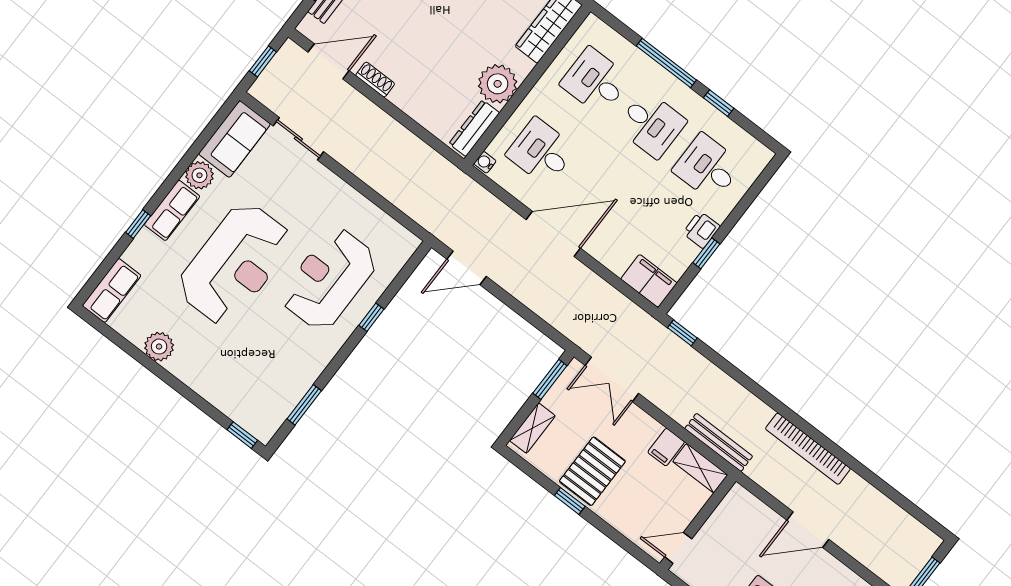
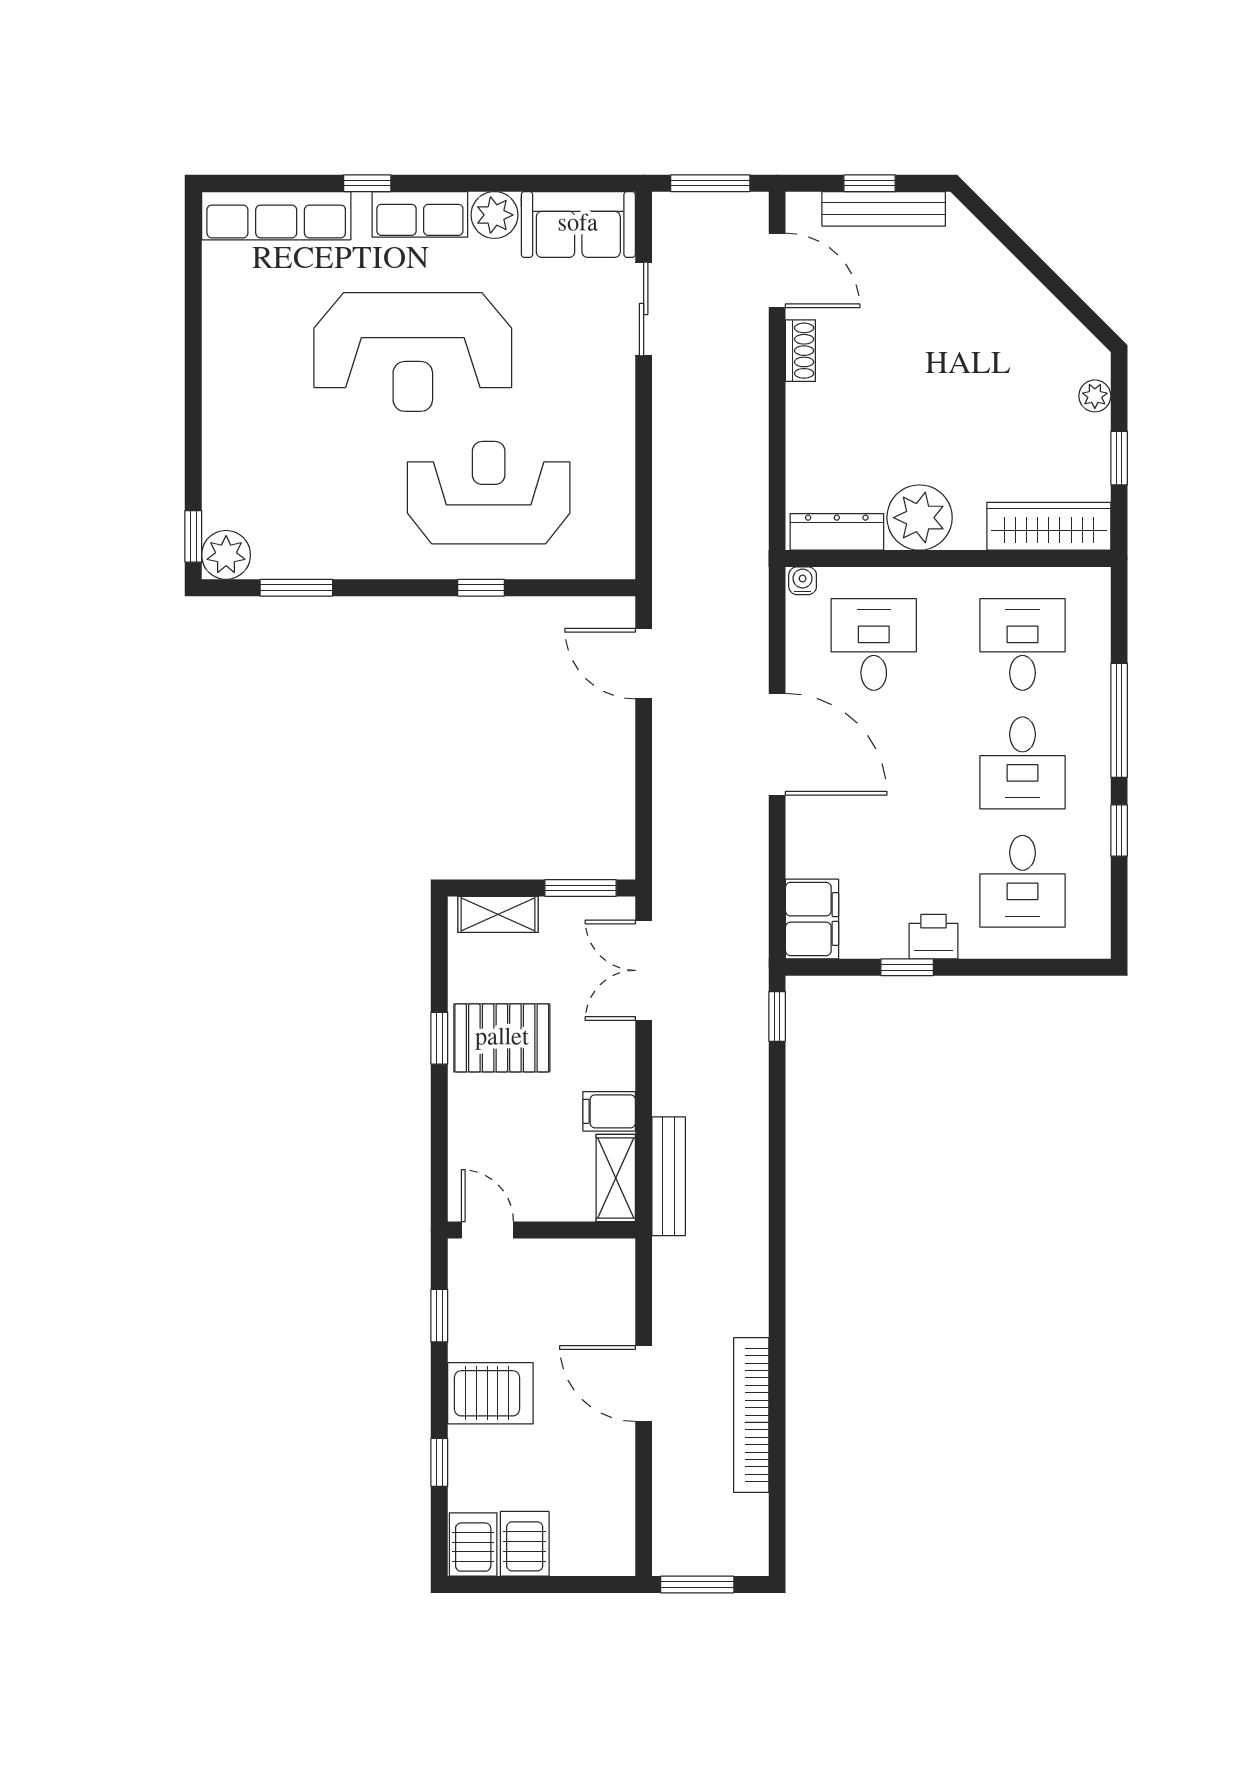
window: (263, 61) -> (710, 183), width x1.50
desk: (708, 167) -> (1022, 881), turned 180
row of seats: (112, 290) -> (276, 216), width x1.48
plant: (159, 347) -> (226, 555), moved
bookcase: (808, 449) -> (751, 1415), moved

